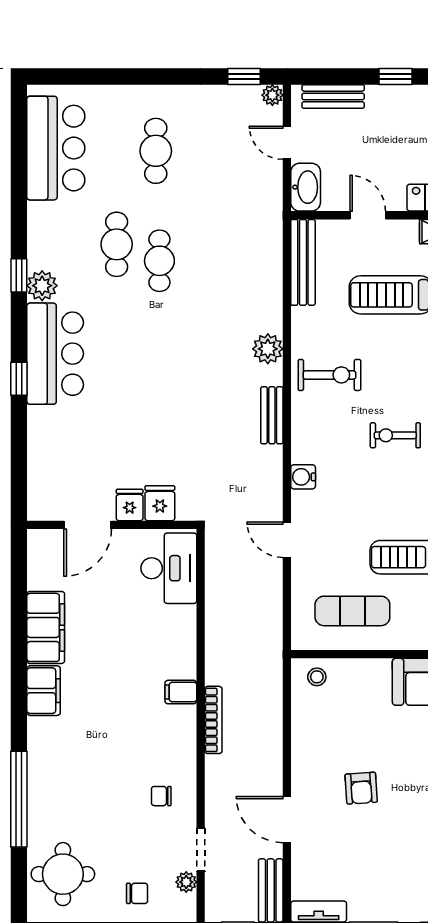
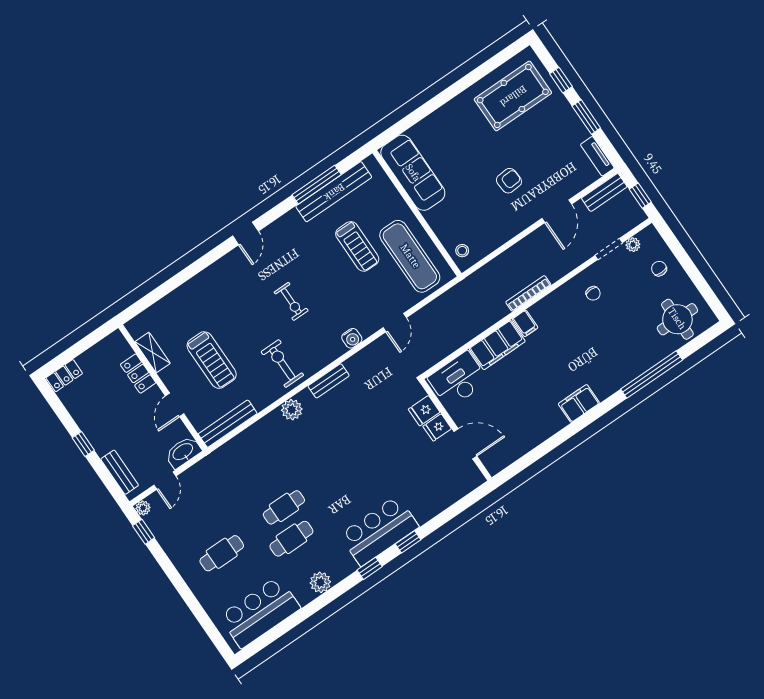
window: (19, 275) -> (370, 568), moved
plant: (42, 286) -> (320, 582), moved
exercise mat: (352, 611) -> (410, 256), width x1.36, depth x1.45
filing cabinet: (46, 627) -> (497, 345), moved, turned 180

